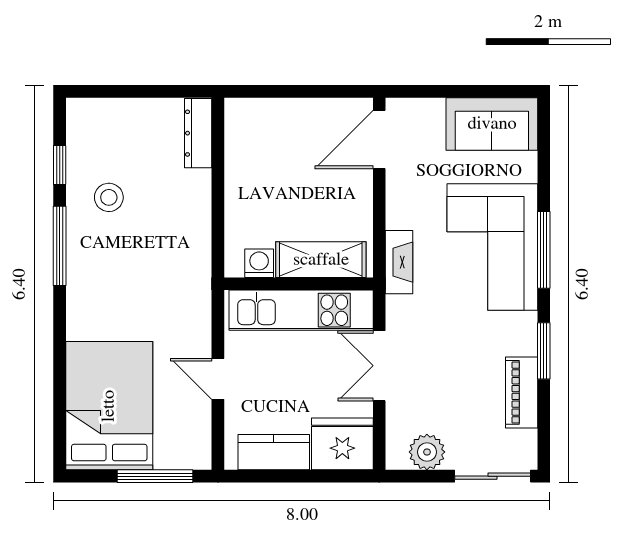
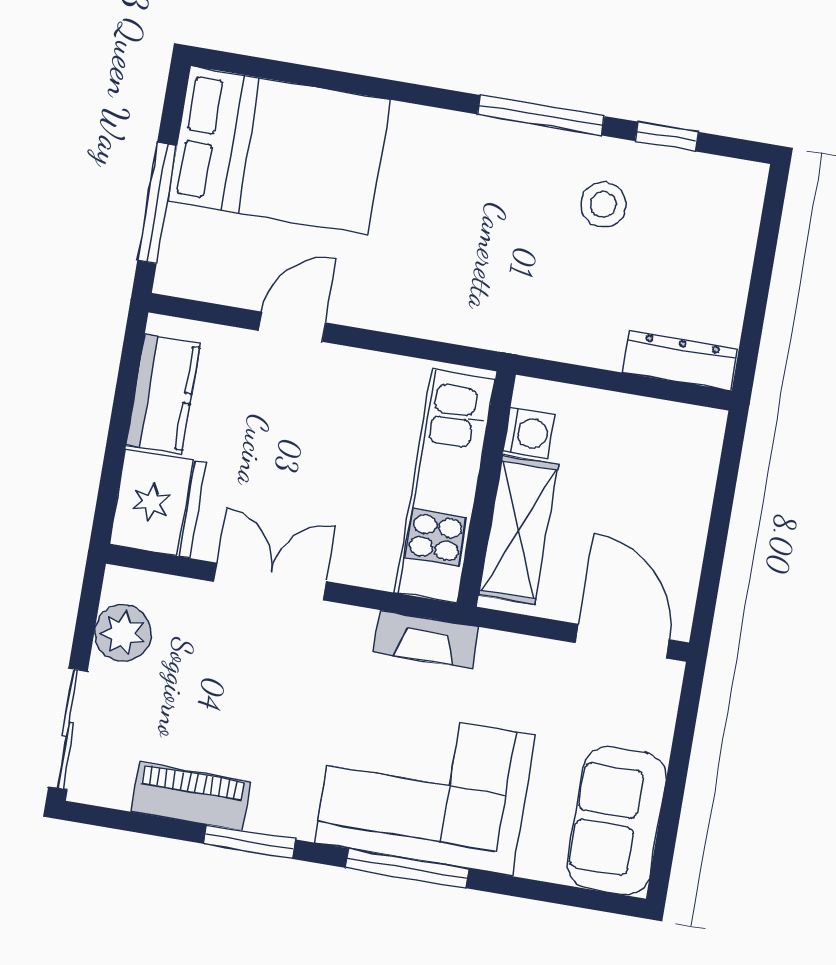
shelving: (321, 260) -> (518, 530), moved
washing machine: (259, 263) -> (529, 433), moved
wall: (299, 284) -> (487, 489), moved
kitchen unit: (301, 310) -> (445, 486), moved

